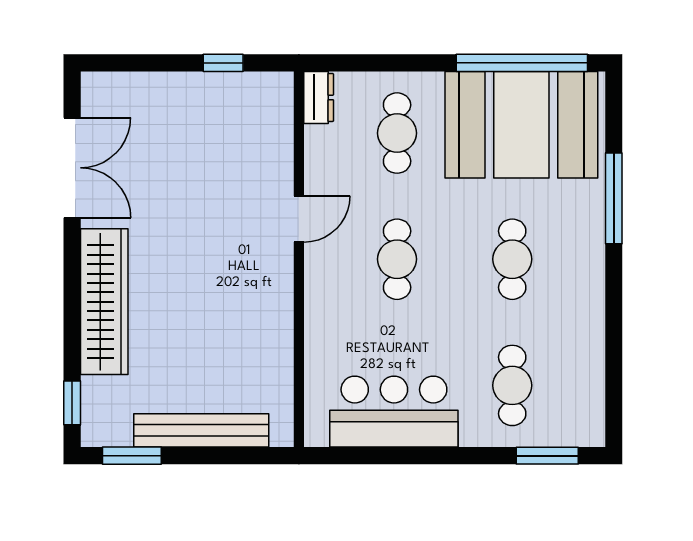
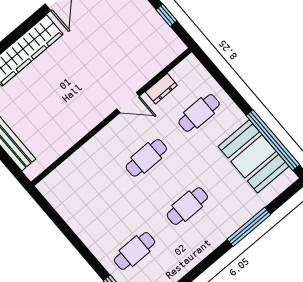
dresser: (319, 97) -> (161, 89), moved
booth: (521, 125) -> (253, 156), width x0.73, depth x0.70
bar counter: (394, 412) -> (81, 211), removed

